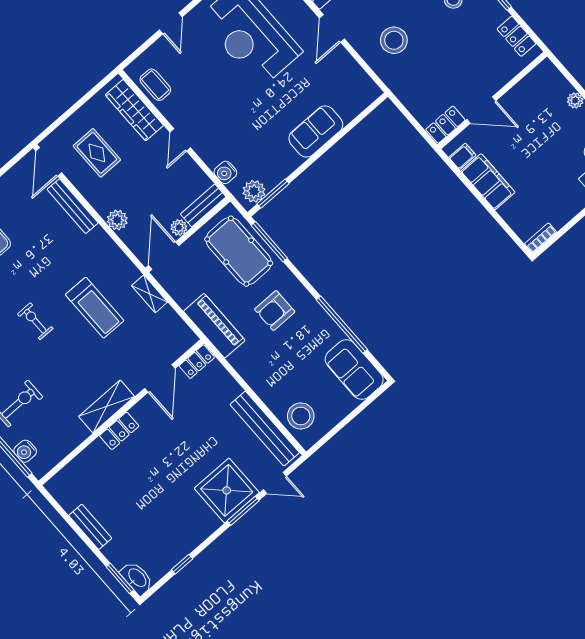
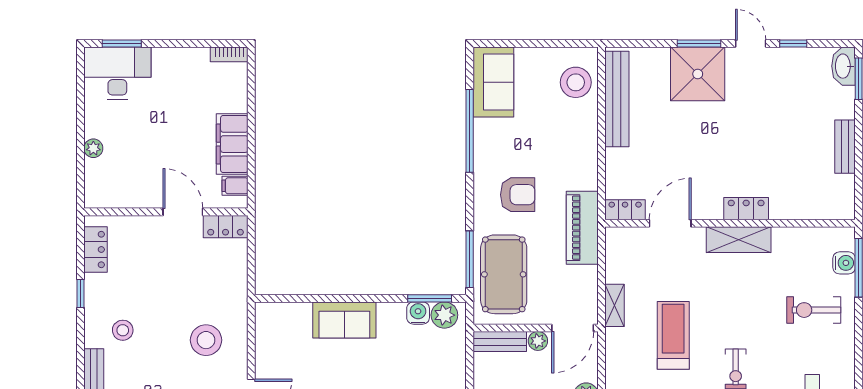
water cooler: (225, 172) -> (418, 313), moved, turned -90
door: (275, 483) -> (751, 44), moved

